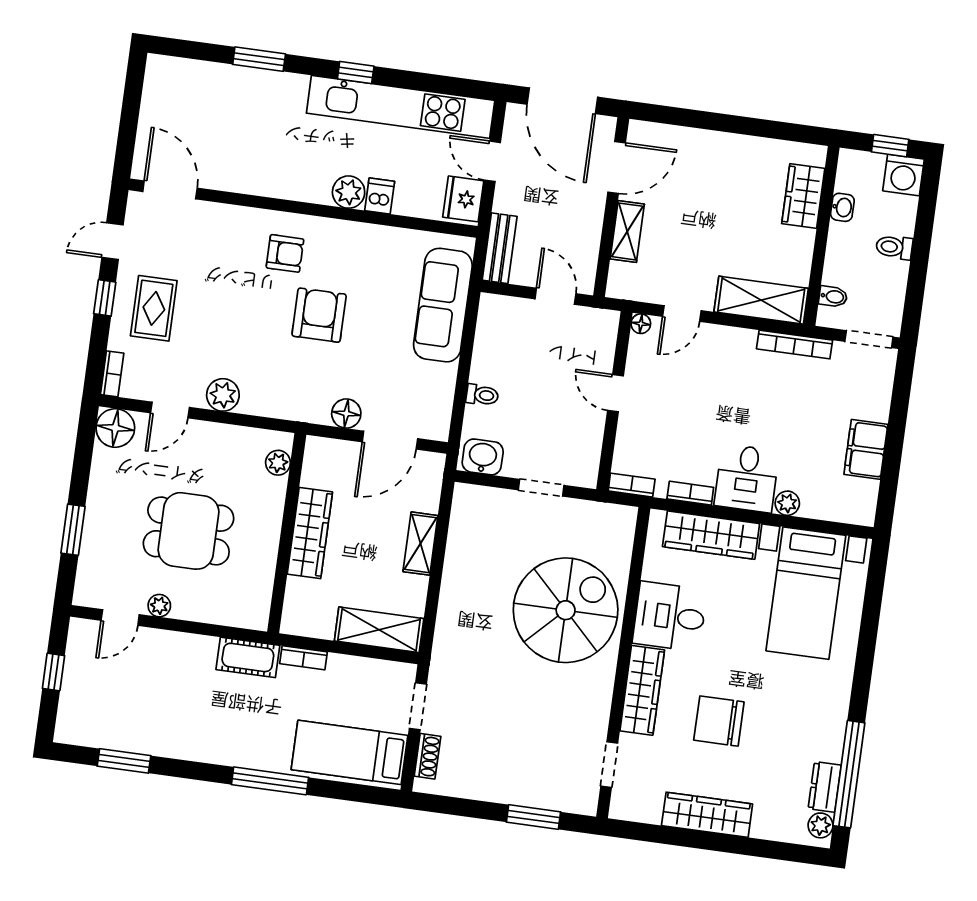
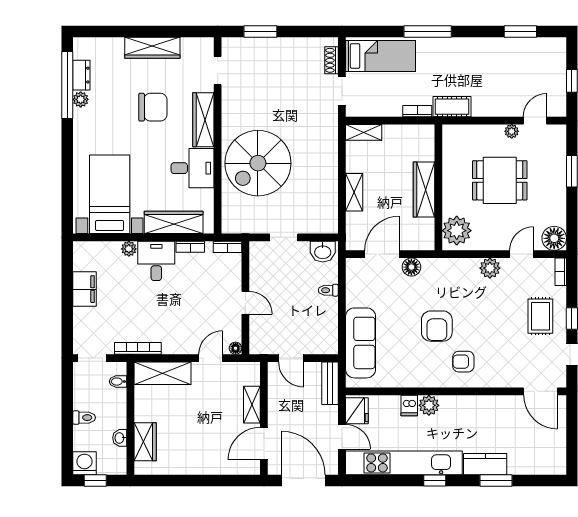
kitchen counter: (273, 87) -> (485, 464), added
plant: (278, 463) -> (457, 231), width x1.87, depth x1.87
shelving: (379, 630) -> (364, 132), width x0.67, depth x0.75
plant: (820, 825) -> (81, 99), moved

